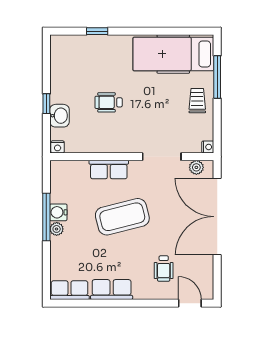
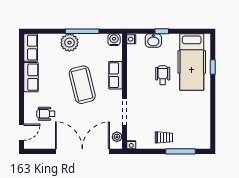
hospital bed: (173, 54) -> (192, 62), moved, turned 180
water cooler: (58, 212) -> (114, 40), moved
plant: (57, 229) -> (69, 43), width x1.87, depth x1.87

